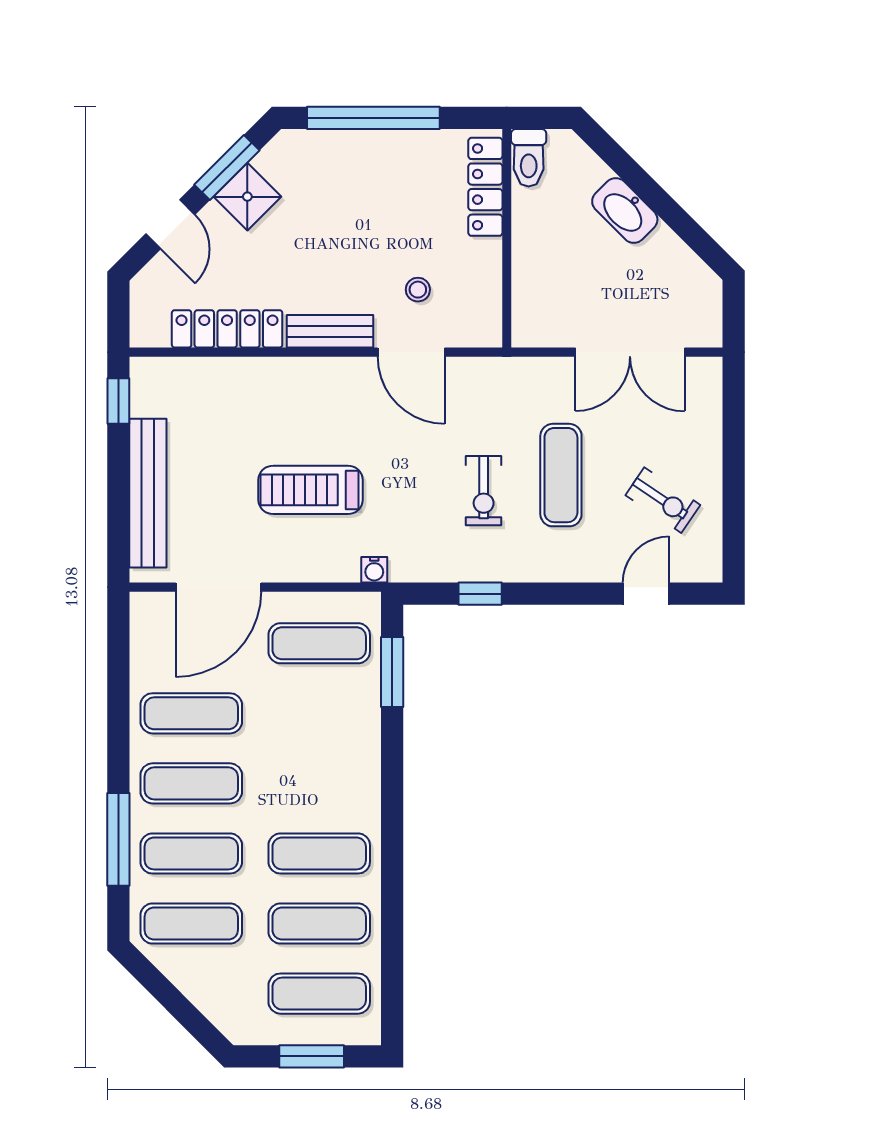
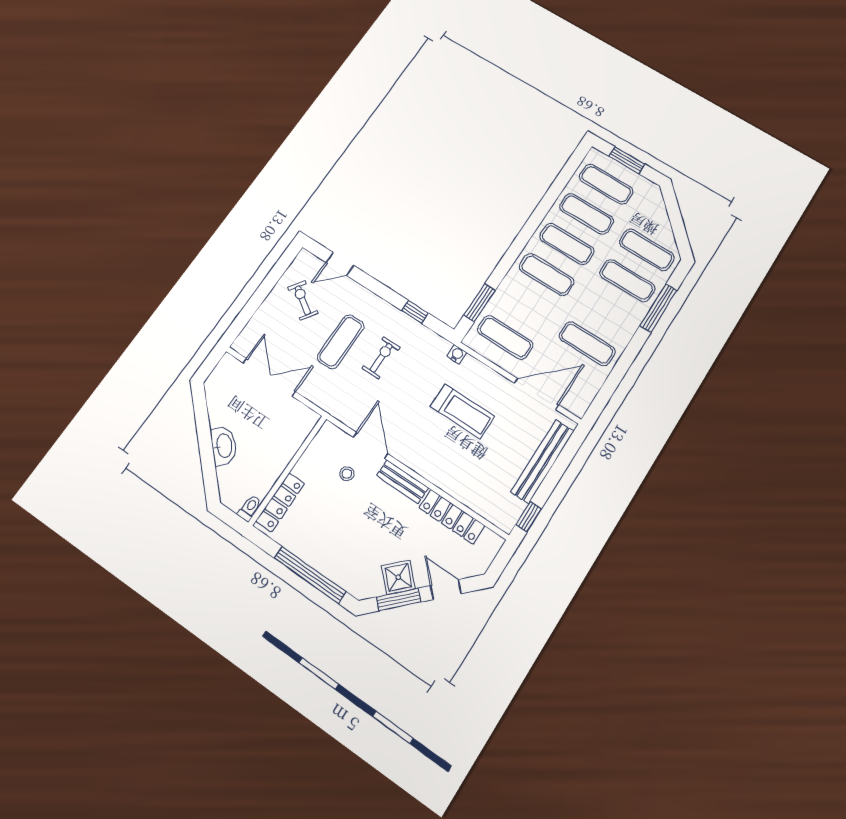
toilet: (529, 158) -> (249, 508), width x0.73, depth x0.72
door: (170, 224) -> (446, 590), hinge flipped
exercise mat: (191, 783) -> (547, 274), moved

